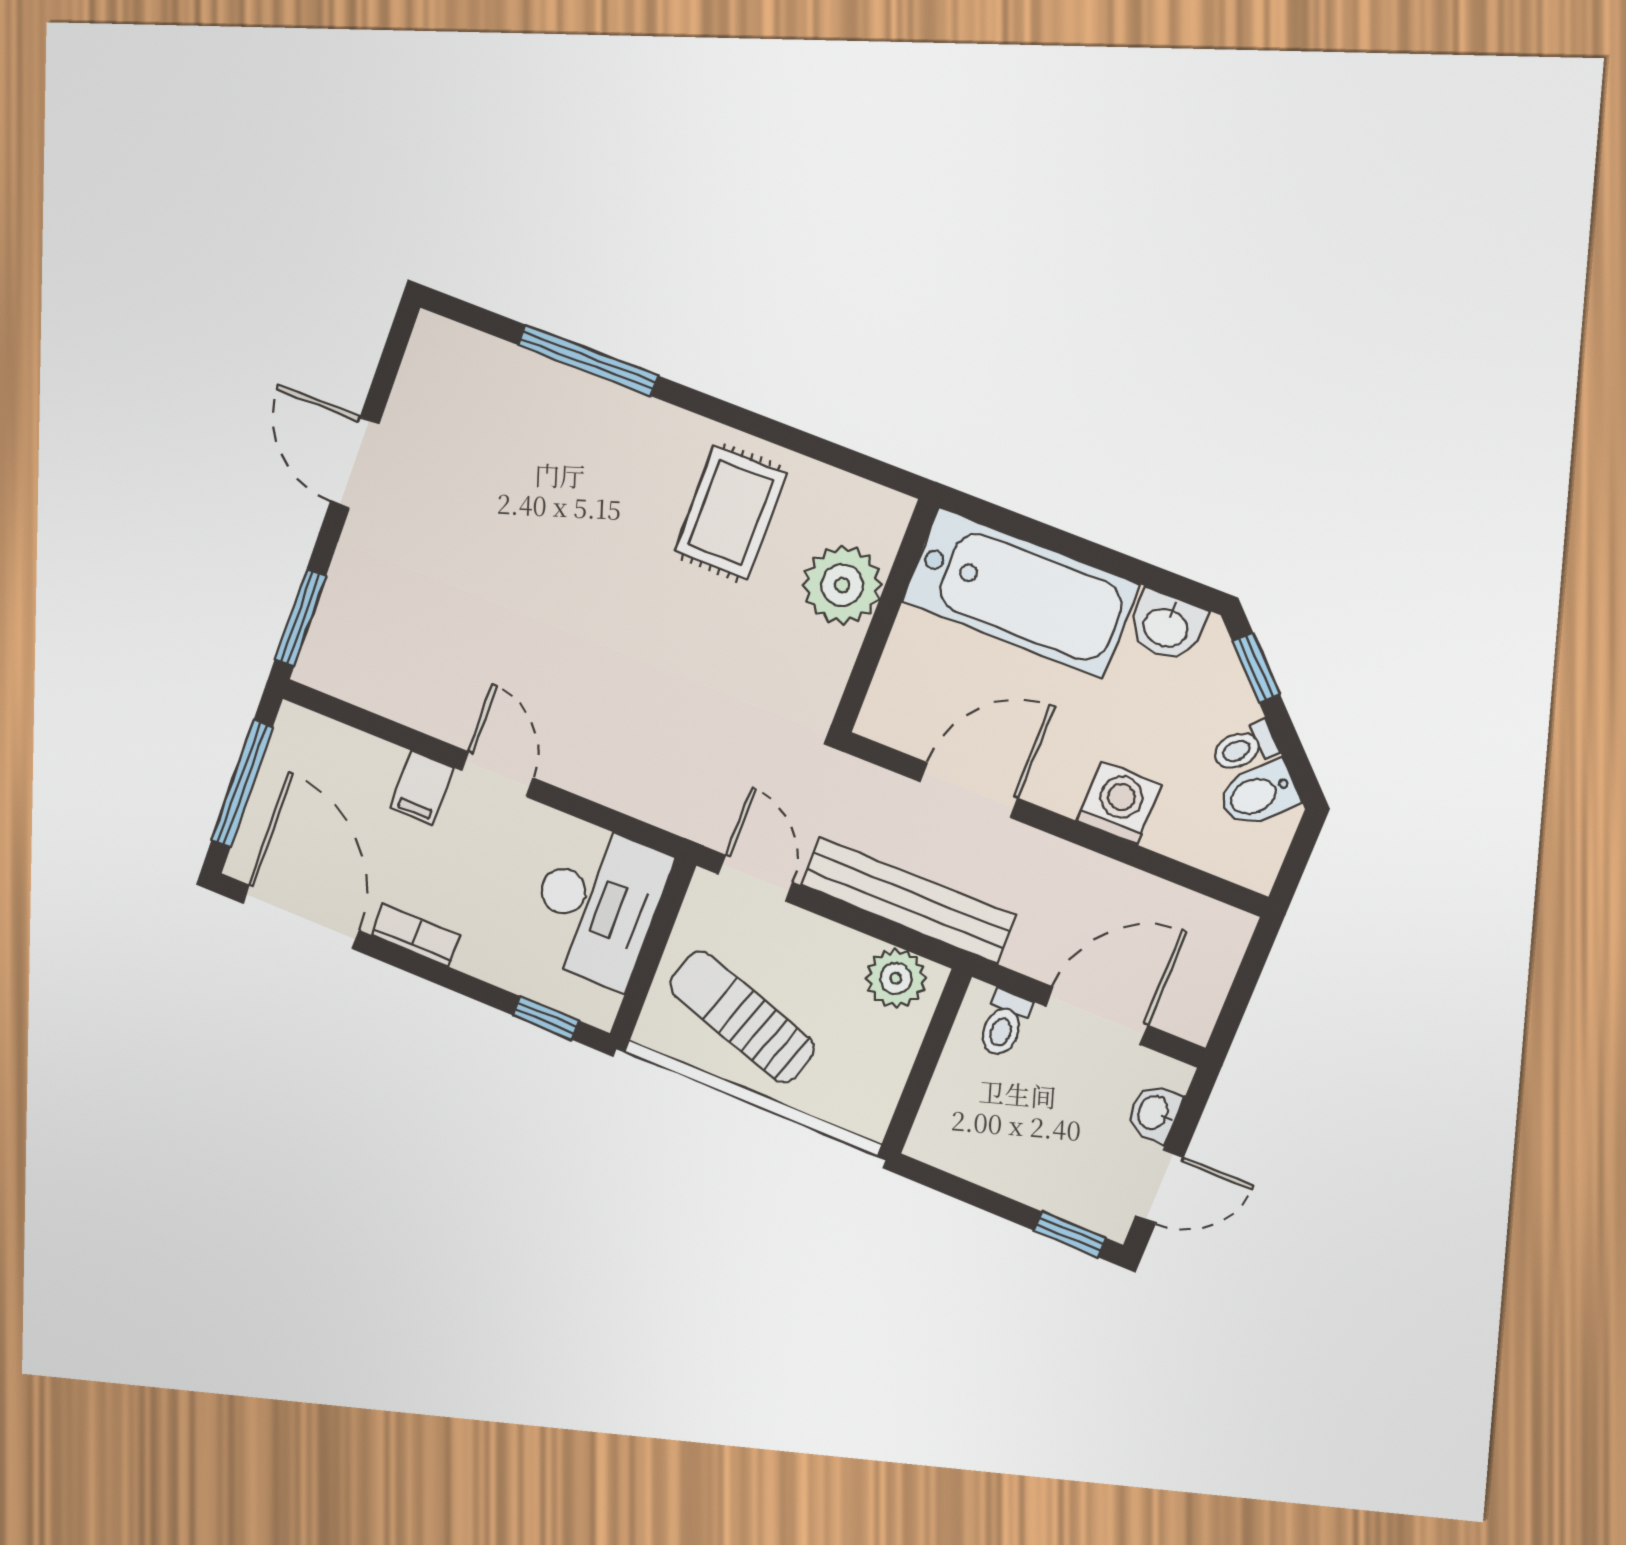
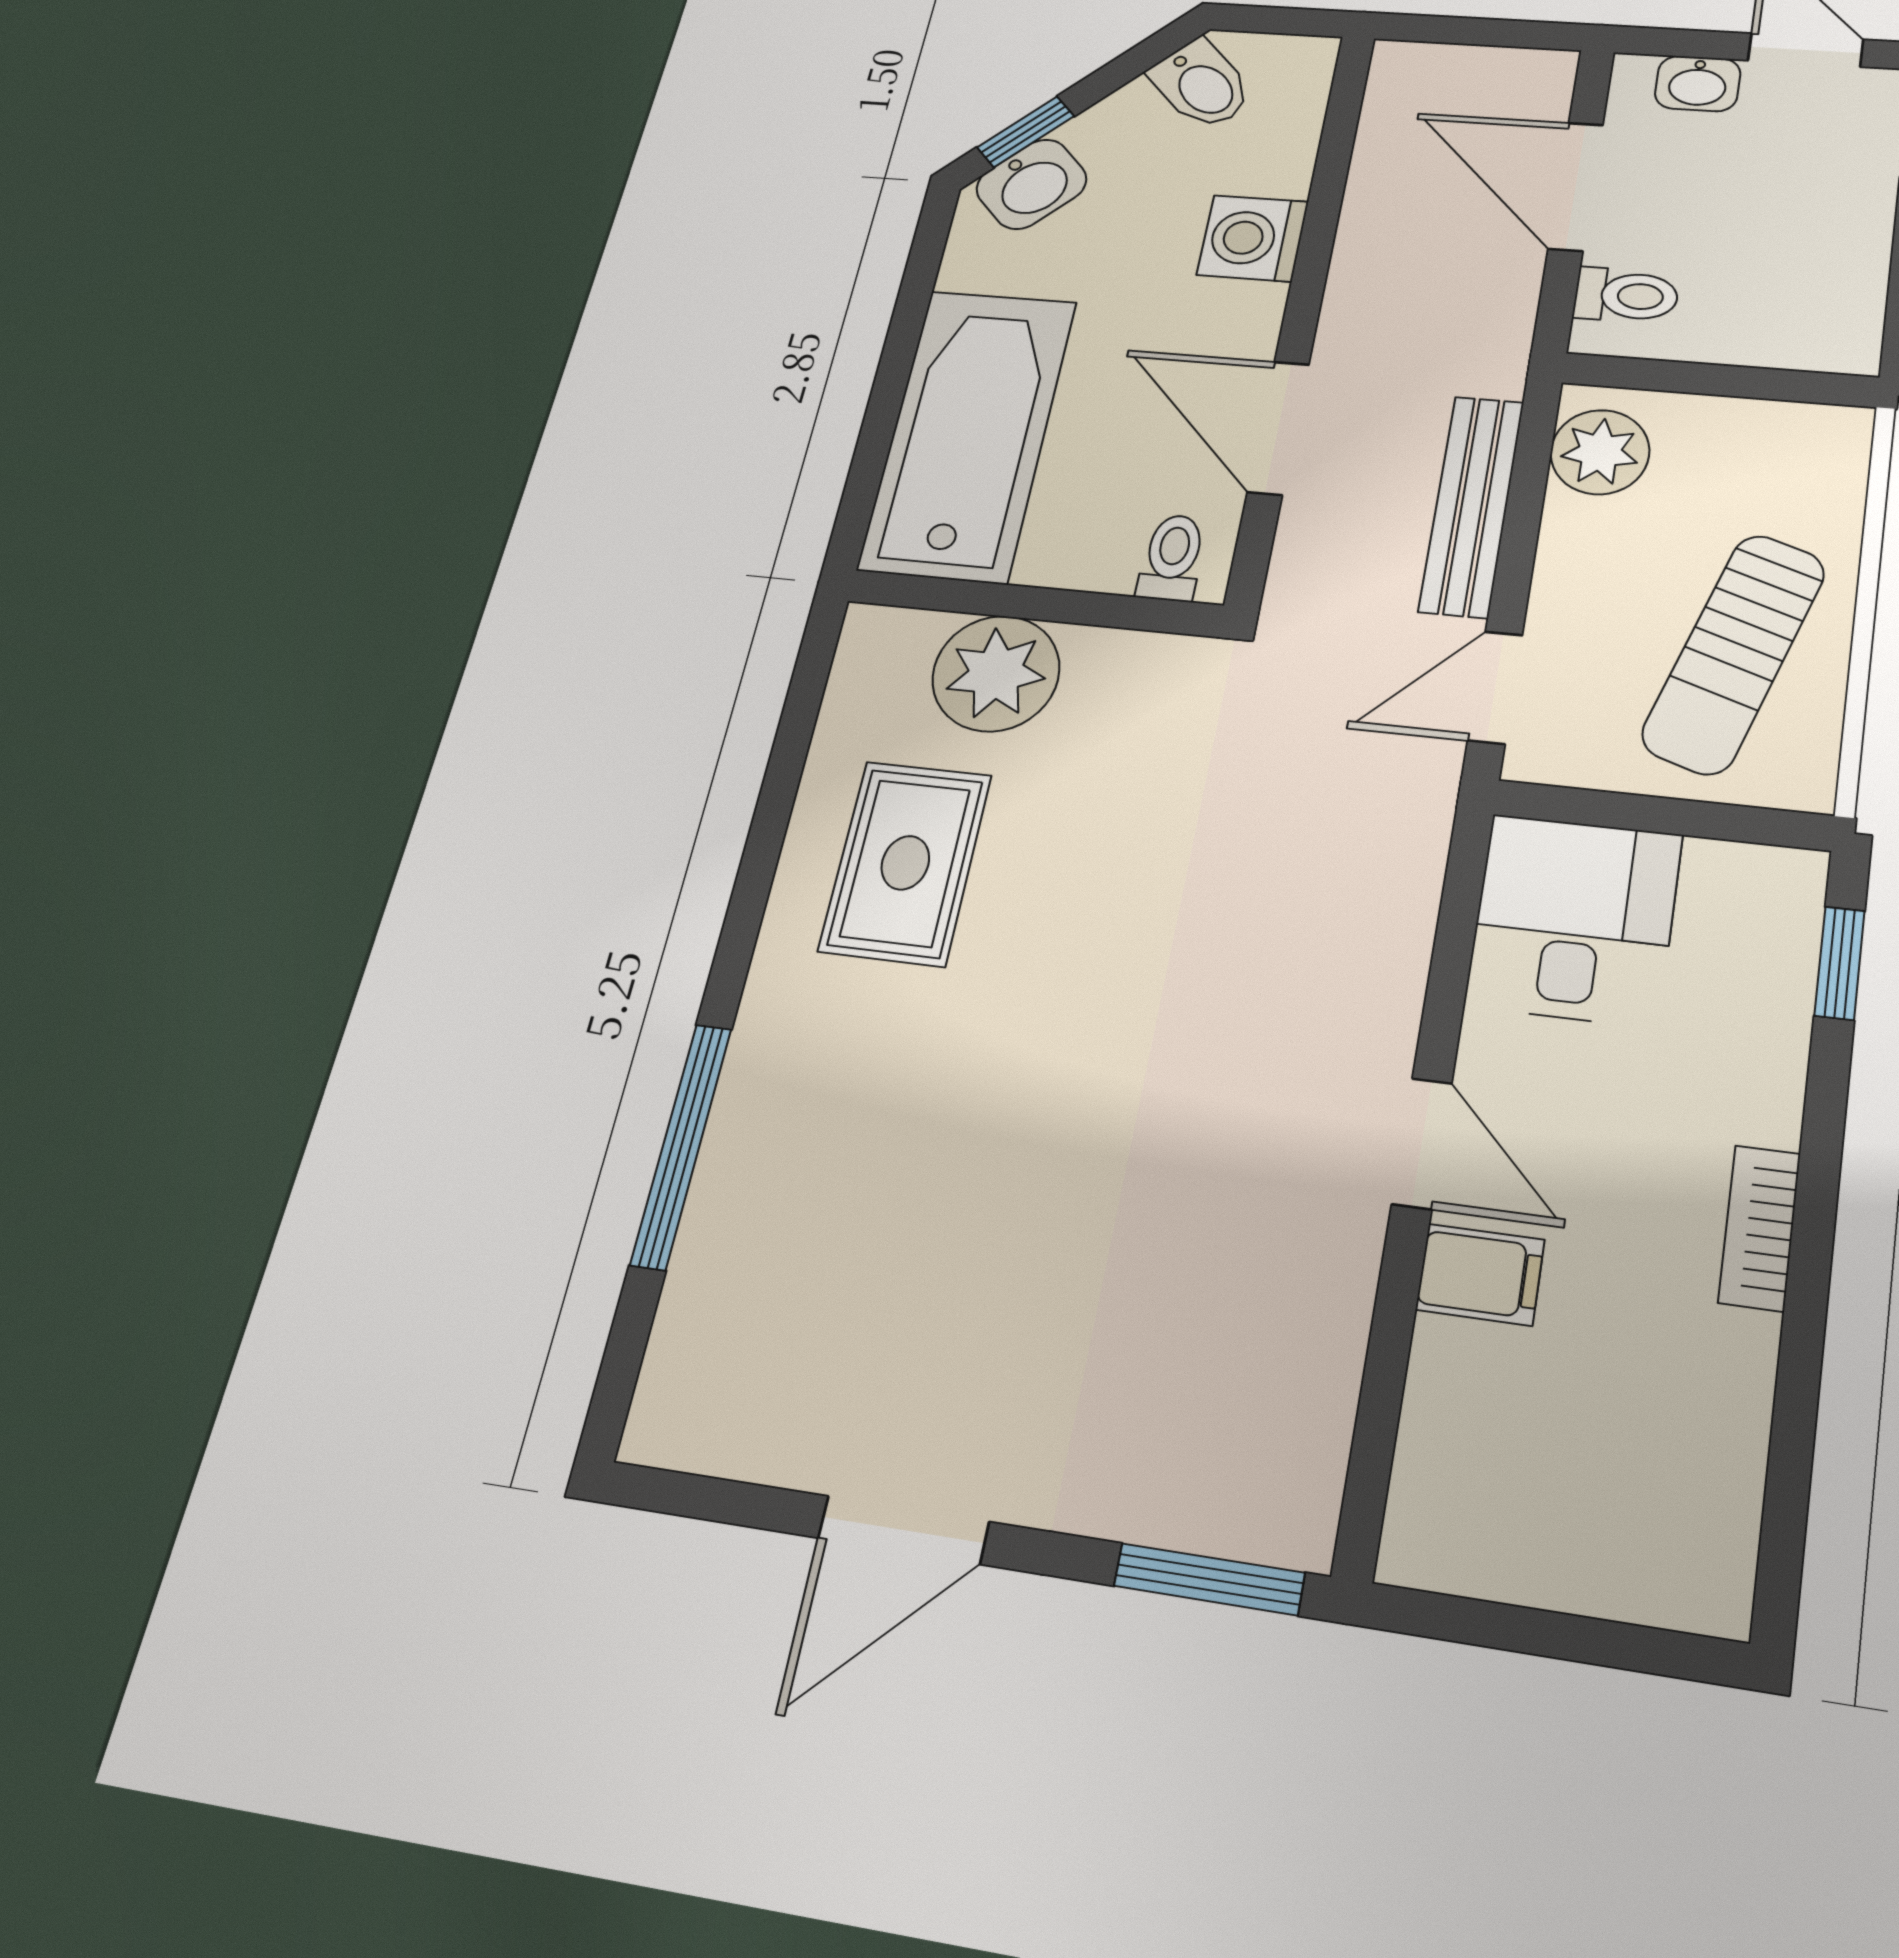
rug: (731, 513) -> (905, 863), turned 90
washbasin: (1166, 626) -> (1031, 184), moved, turned 45
toilet: (1244, 748) -> (1172, 558), moved, turned -135
door: (497, 774) -> (1422, 1143), swing flipped
window: (242, 784) -> (1558, 1636), removed
bench: (908, 900) -> (1472, 506), width x0.73, depth x0.82
desk: (597, 904) -> (1574, 919), width x0.73
door: (301, 917) -> (1790, 1459), removed

